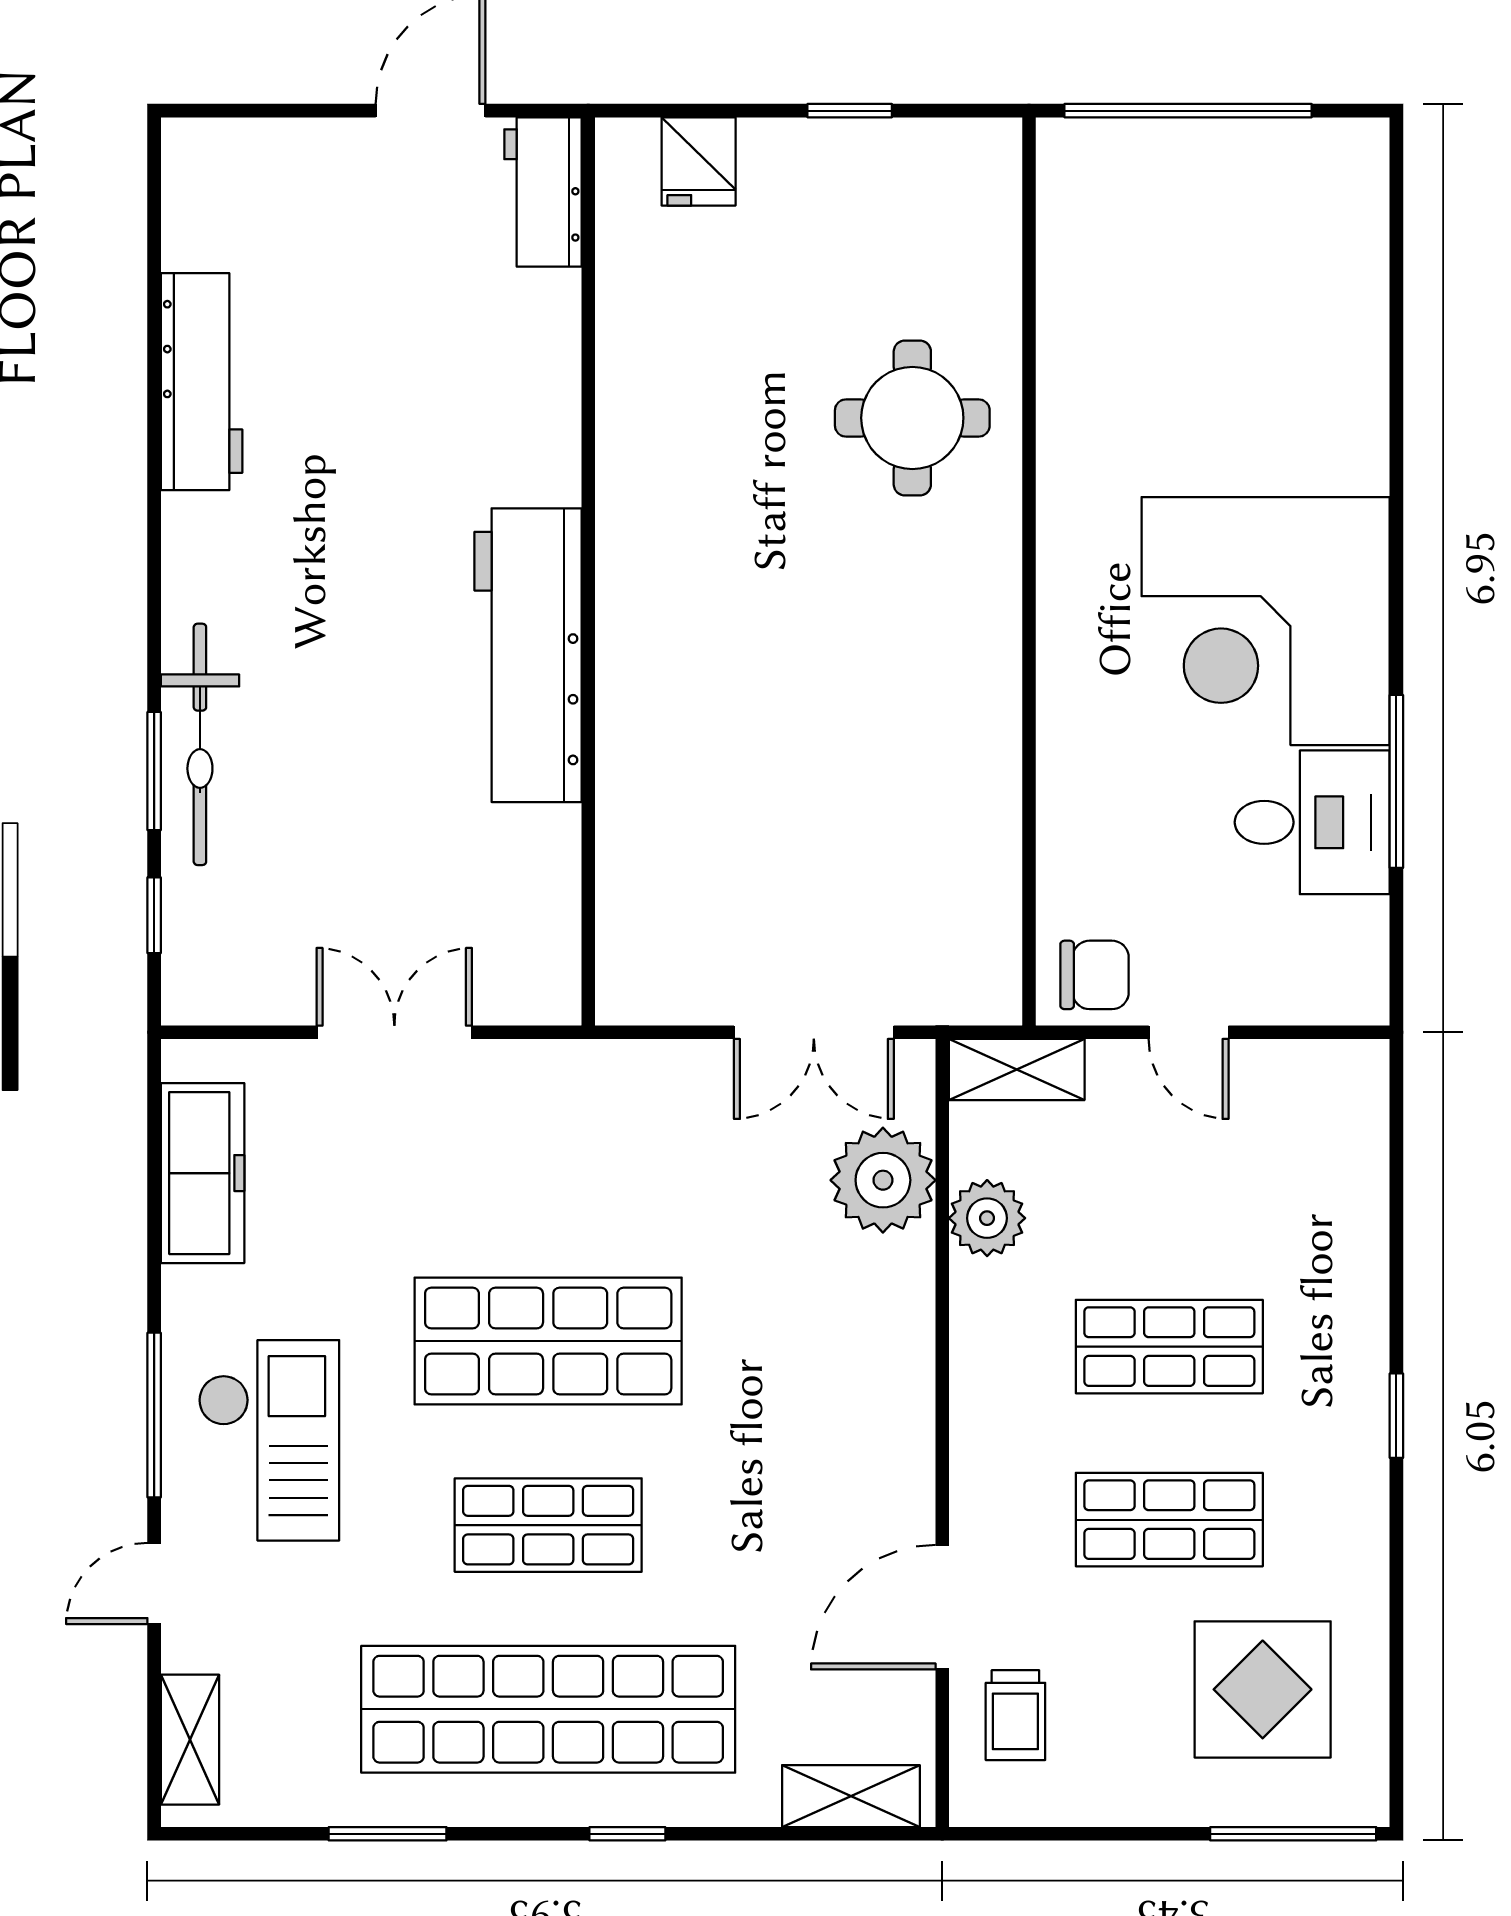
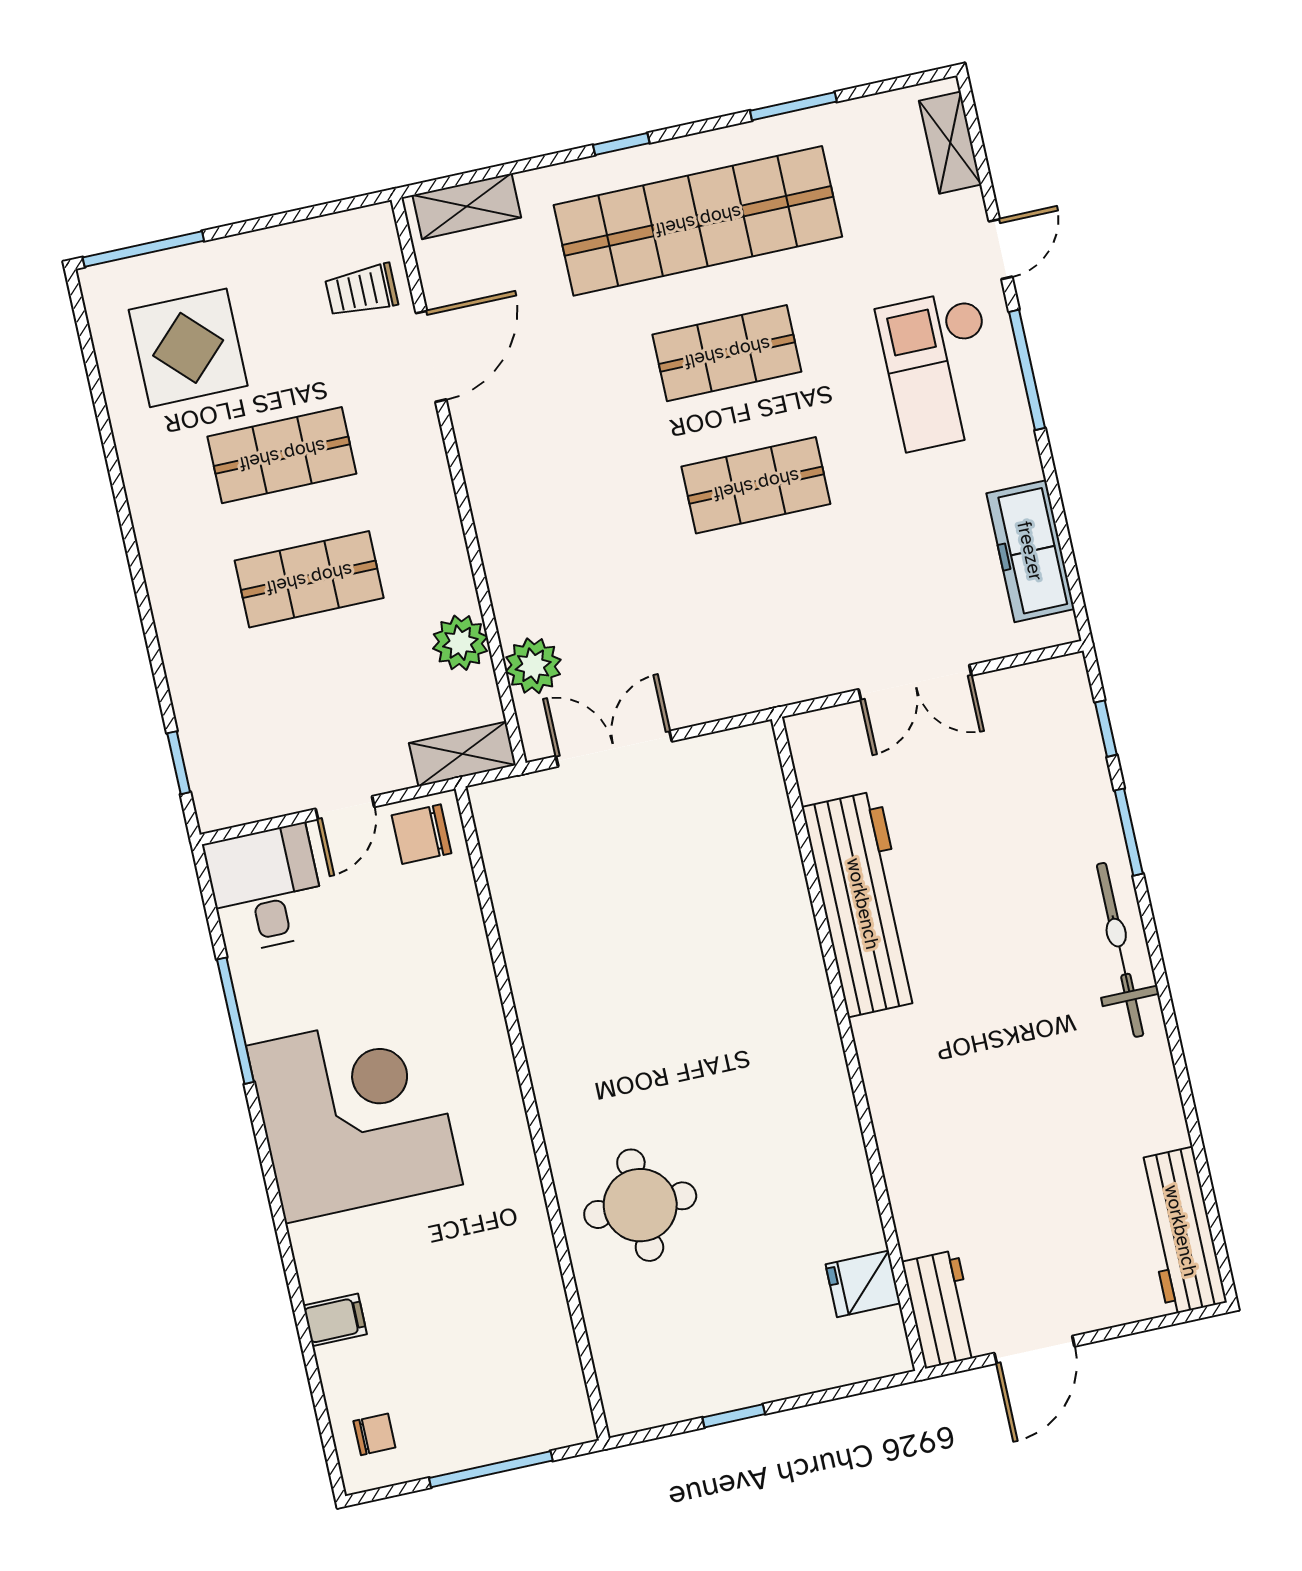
window: (1188, 111) -> (491, 1469), width x0.68
fridge: (699, 161) -> (863, 1284), moved, turned -90
chair: (1332, 191) -> (374, 1434), added
filing cabinet: (1351, 355) -> (335, 1320), added
workbench: (202, 382) -> (1181, 1231), moved
workbench: (528, 655) -> (863, 904), moved
bicycle: (200, 744) -> (1120, 950), moved
desk: (1312, 822) -> (265, 889), moved, turned 90
door: (1189, 1032) -> (345, 808), swing flipped
plant: (883, 1180) -> (533, 666), width x0.73, depth x0.73
shop shelf: (548, 1341) -> (756, 485), width x0.70, depth x0.74
window: (1396, 1416) -> (179, 763), moved
trolley: (1015, 1715) -> (361, 290), turned -90

